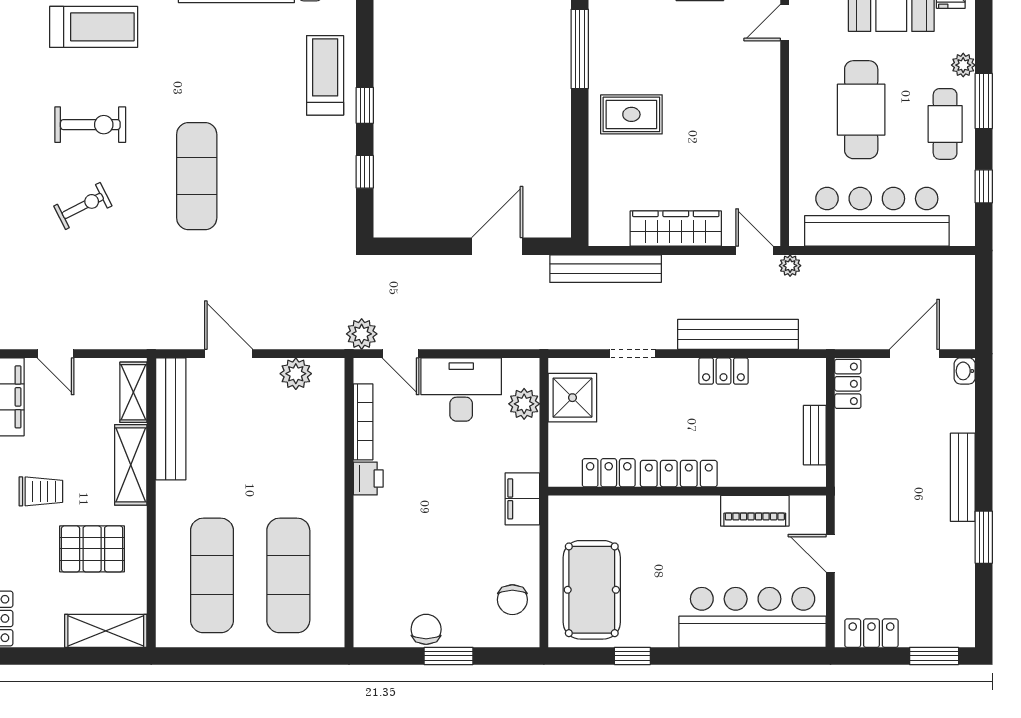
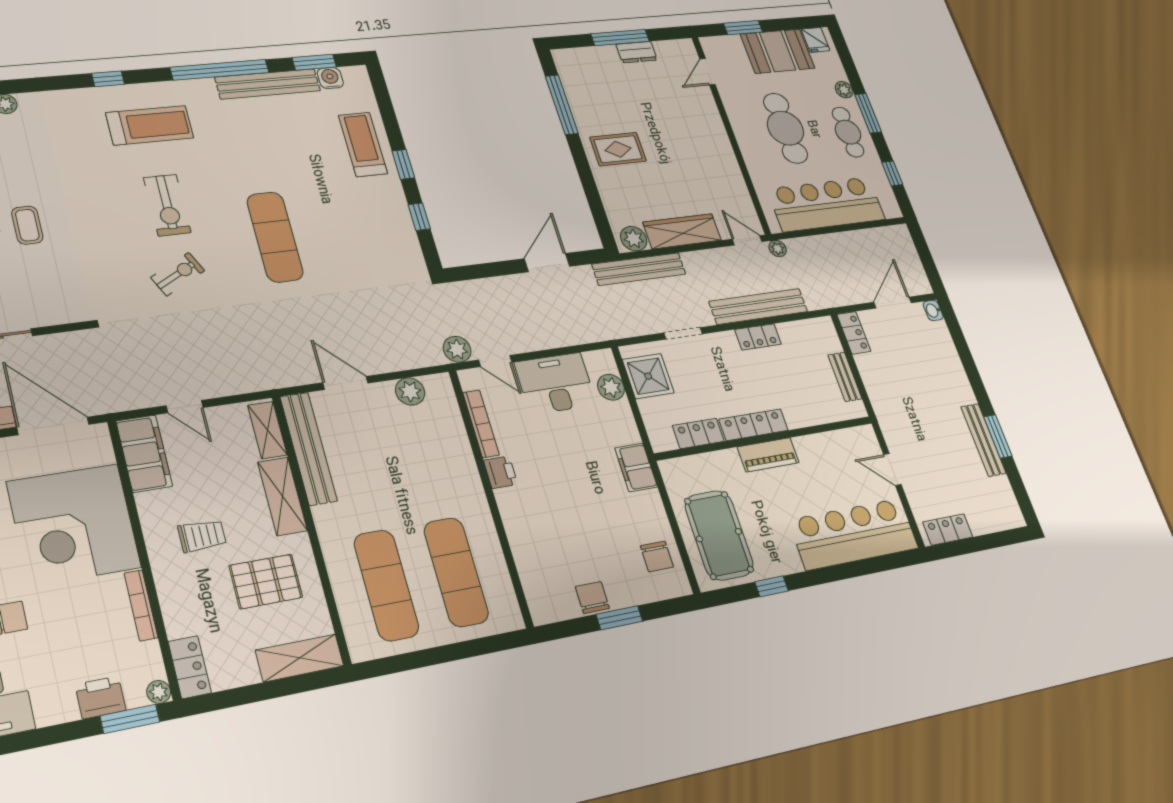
exercise bike: (90, 125) -> (167, 205), turned 90
plant: (612, 230) -> (634, 239), added
bench: (963, 477) -> (983, 440), moved
piano: (755, 511) -> (768, 455), moved
window: (934, 656) -> (1001, 539), removed

